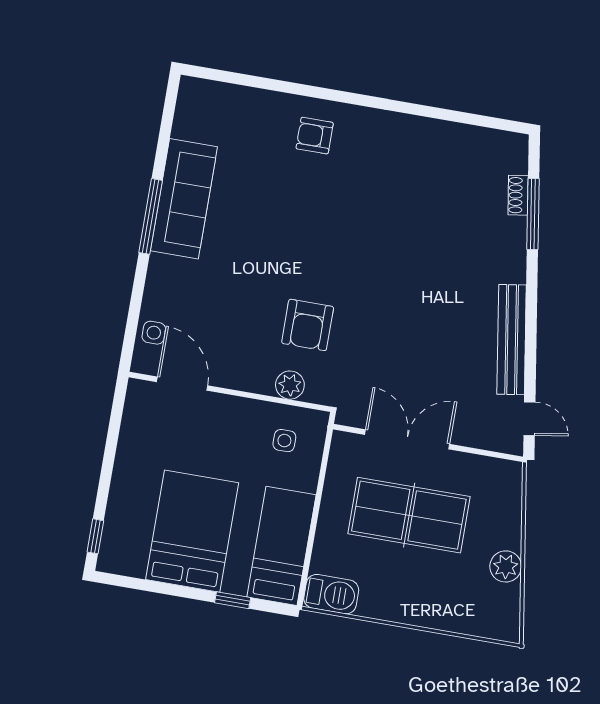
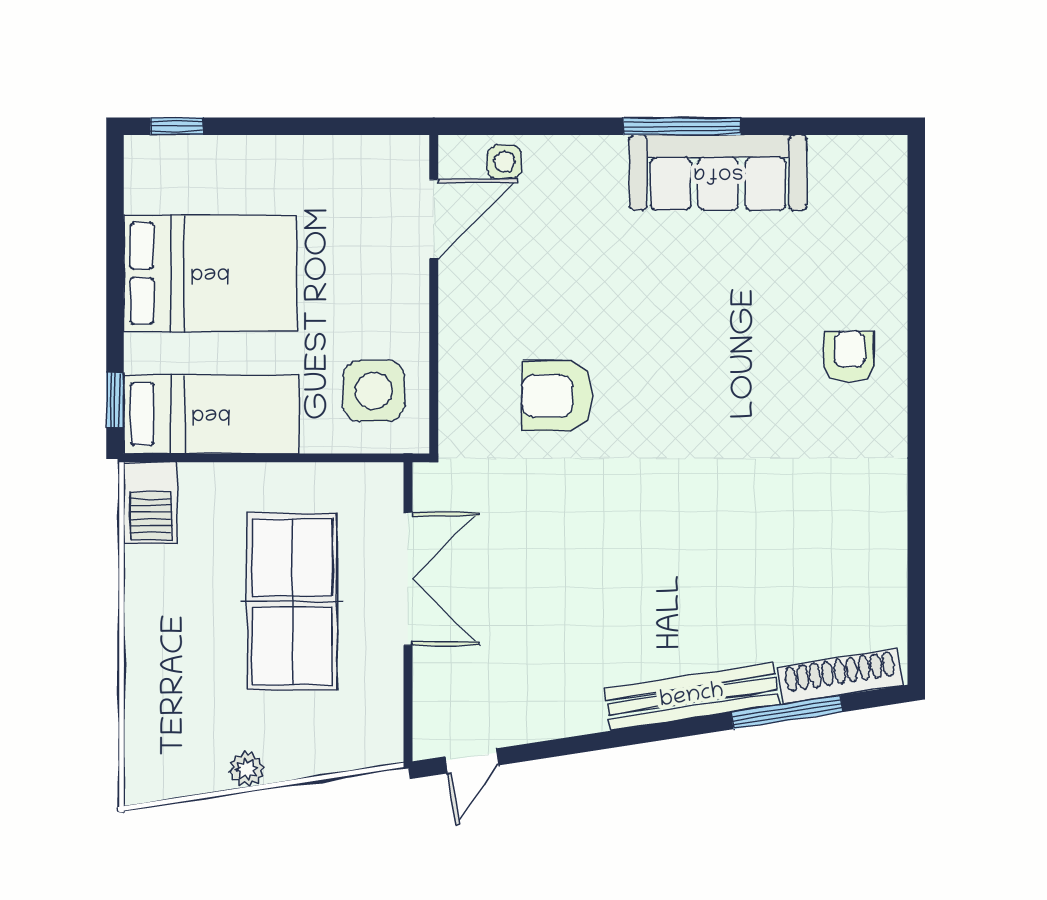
shoe rack: (518, 195) -> (840, 676), width x1.94, depth x1.24
bench: (512, 340) -> (692, 696), moved
plant: (290, 385) -> (460, 385), removed
side table: (284, 441) -> (374, 391), width x1.87, depth x1.87
plant: (506, 566) -> (247, 769), width x0.73, depth x0.73
window: (233, 600) -> (115, 400), moved

